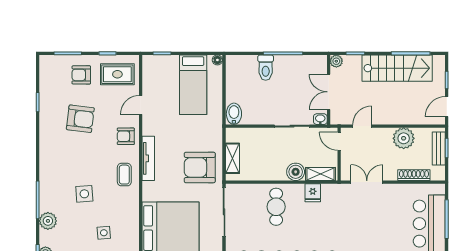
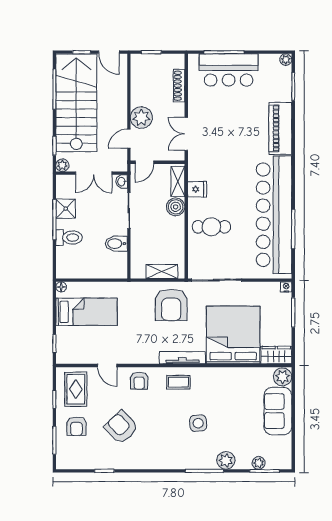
shower: (294, 64) -> (66, 209), added
stairs: (397, 68) -> (76, 103), width x1.36, depth x1.51
bidet: (234, 114) -> (116, 244), moved
armchair: (80, 119) -> (121, 427), turned -51
door: (362, 126) -> (129, 139), hinge flipped
plant: (404, 138) -> (141, 118), moved
bench: (439, 148) -> (152, 60), removed
tv unit: (148, 158) -> (182, 358), moved
side table: (104, 233) -> (238, 403), removed

